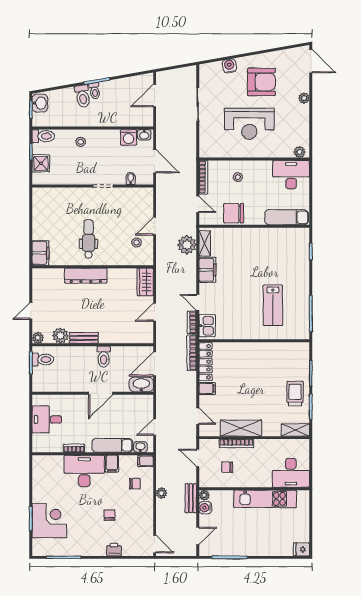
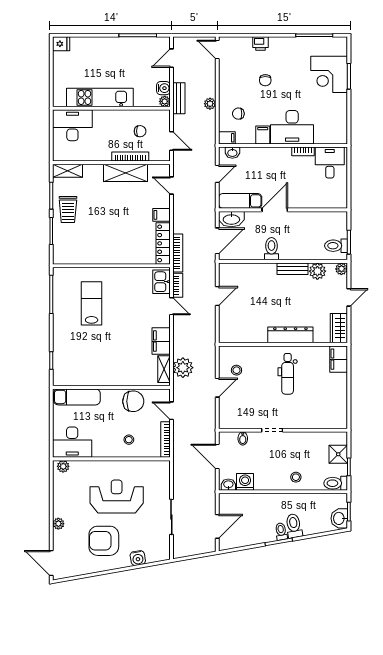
wardrobe: (145, 282) -> (339, 328), moved, turned 180
desk: (47, 419) -> (330, 162), moved, turned -90
exam couch: (112, 445) -> (240, 201), moved, turned 180

